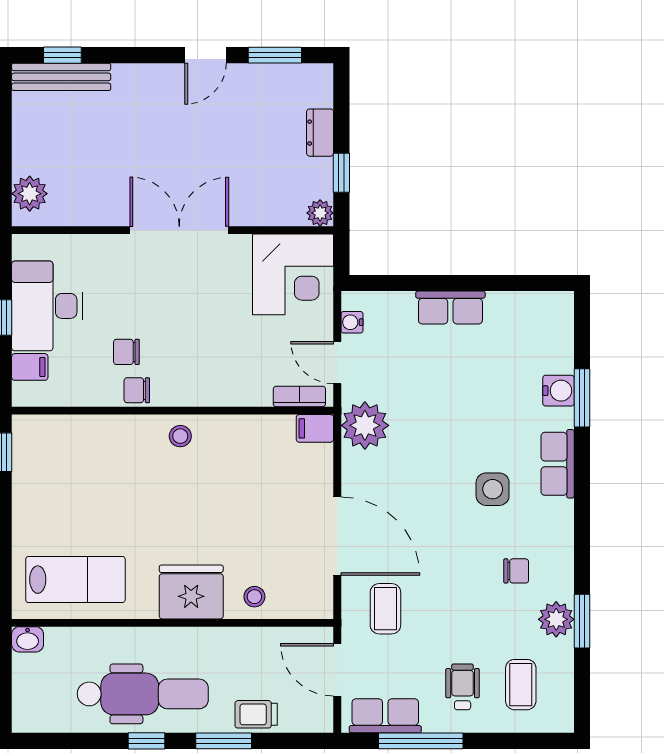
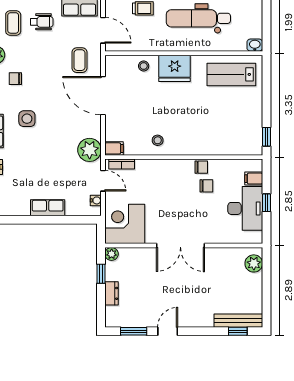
stool: (180, 436) -> (158, 140), moved
wheelchair: (463, 687) -> (42, 22), turned -90

